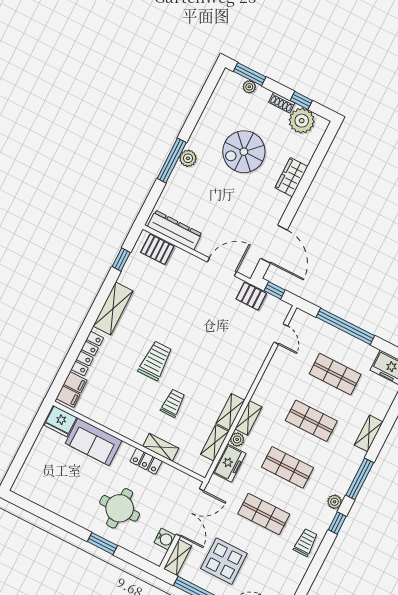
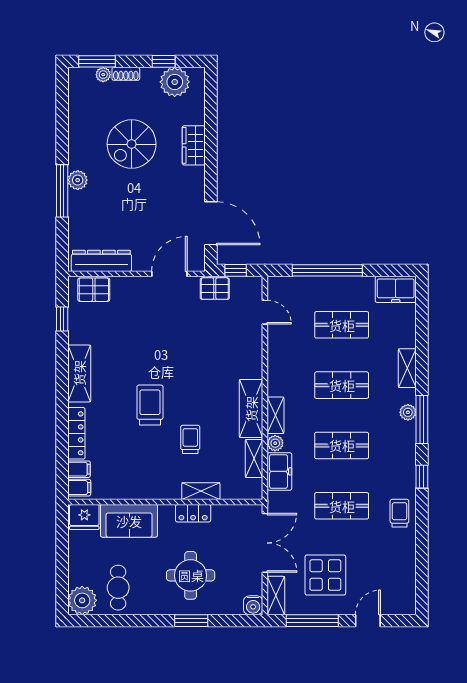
shoe rack: (282, 103) -> (126, 74), moved
shelving: (230, 412) -> (251, 409), width x1.50, depth x1.33
plant: (26, 485) -> (82, 600), added
cafe table: (59, 489) -> (118, 588), added
plant: (335, 502) -> (408, 412), moved
water cooler: (165, 539) -> (253, 605), moved, turned 90

